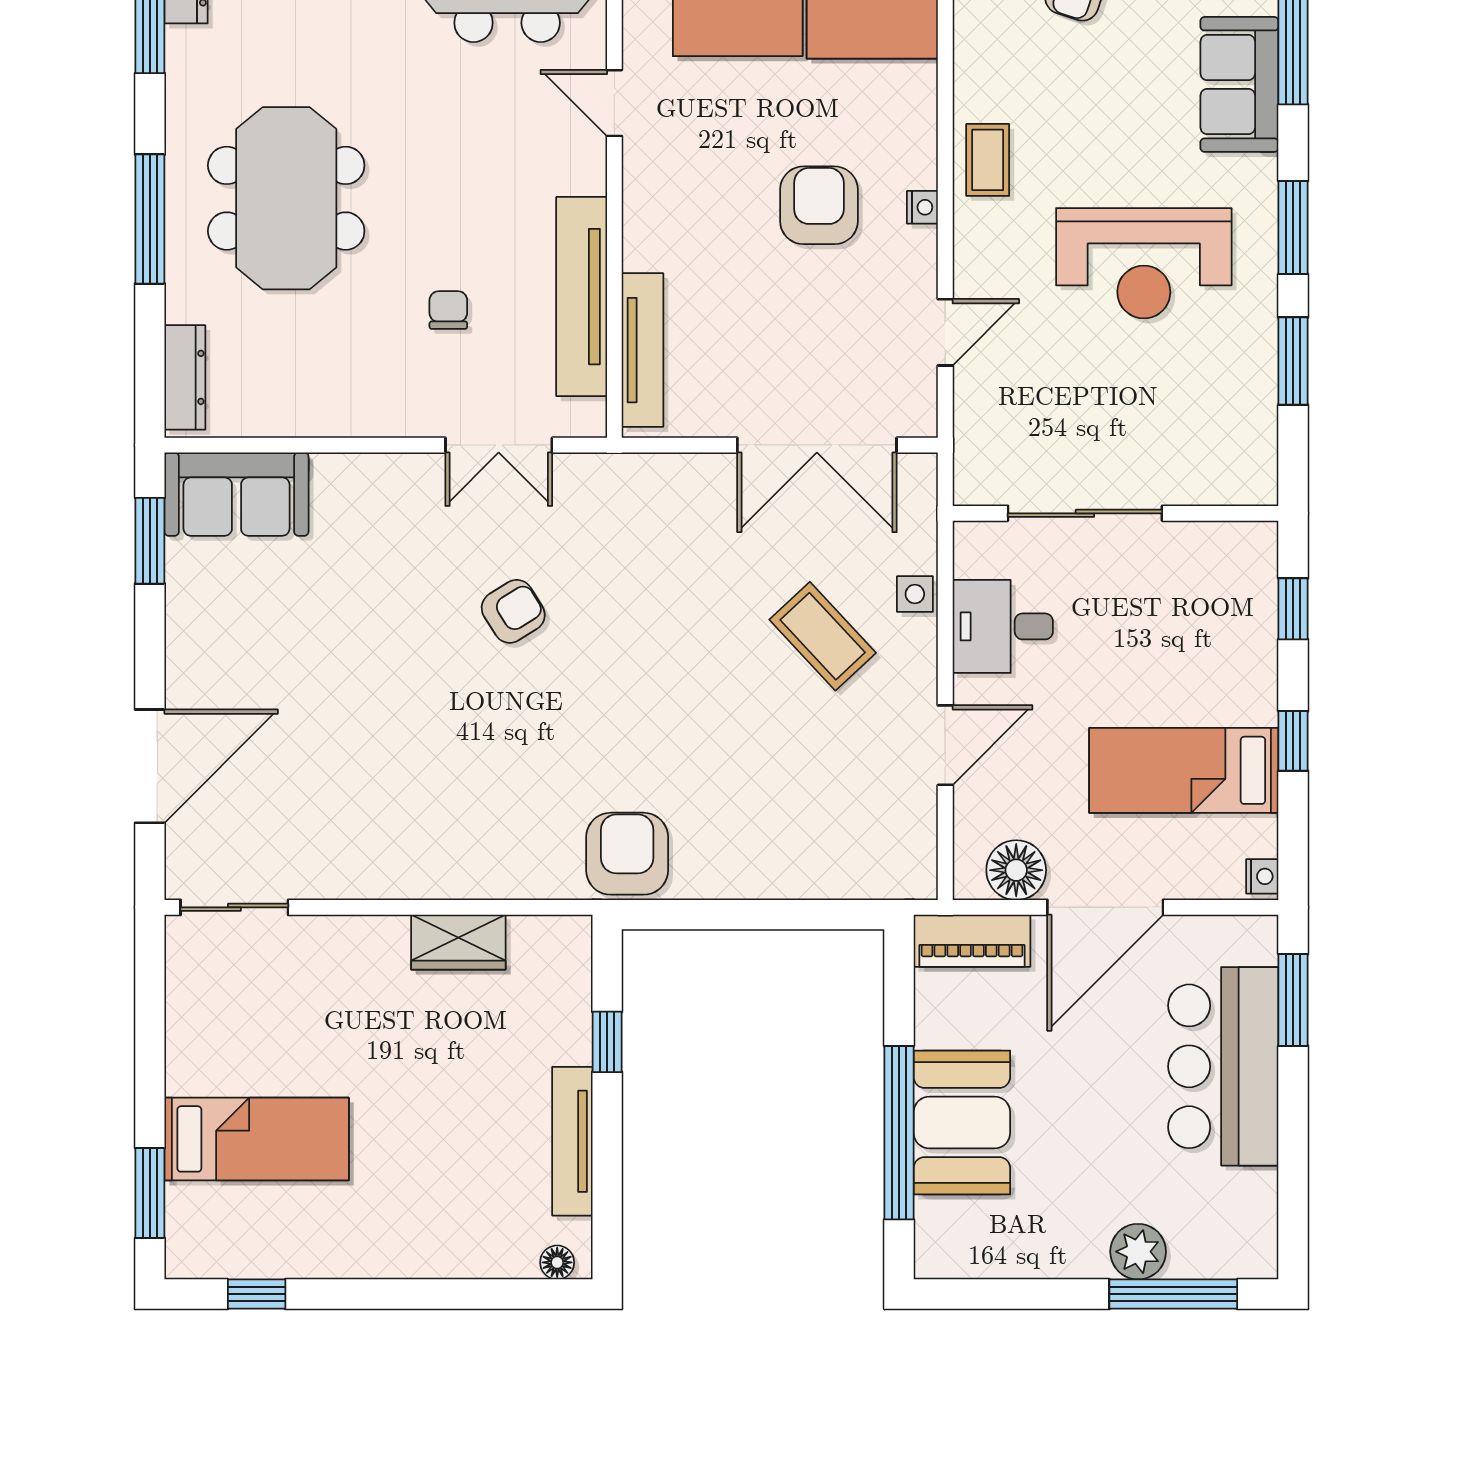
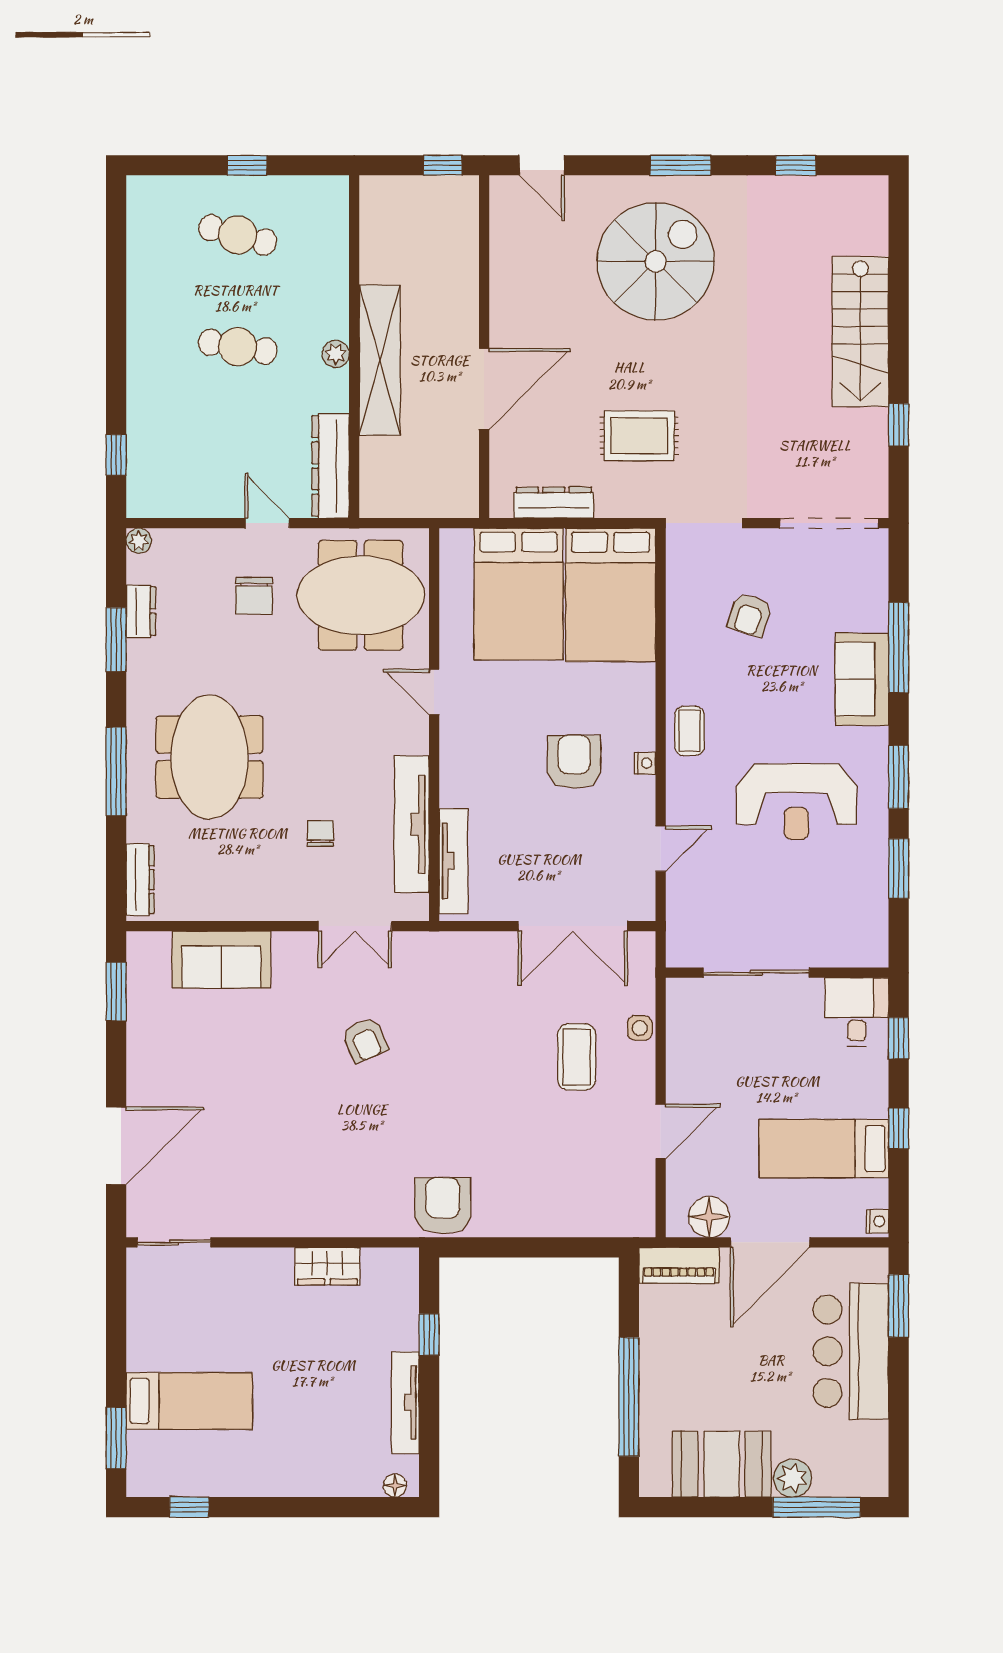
sofa: (236, 494) -> (221, 960), moved
armchair: (513, 611) -> (365, 1040), turned 98
desk: (1003, 626) -> (857, 1012), moved, turned 90
coffee table: (823, 636) -> (577, 1057), turned 43
booth: (962, 1123) -> (722, 1464), moved, turned 90

